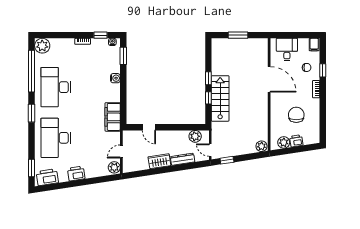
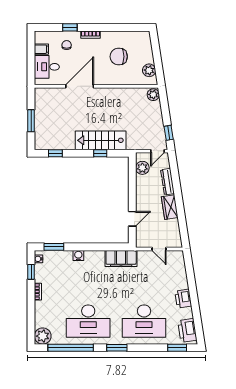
filing cabinet: (314, 45) -> (41, 49), moved
window: (208, 78) -> (55, 153), moved
printer: (296, 141) -> (147, 56), removed
plant: (114, 167) -> (177, 257), removed

